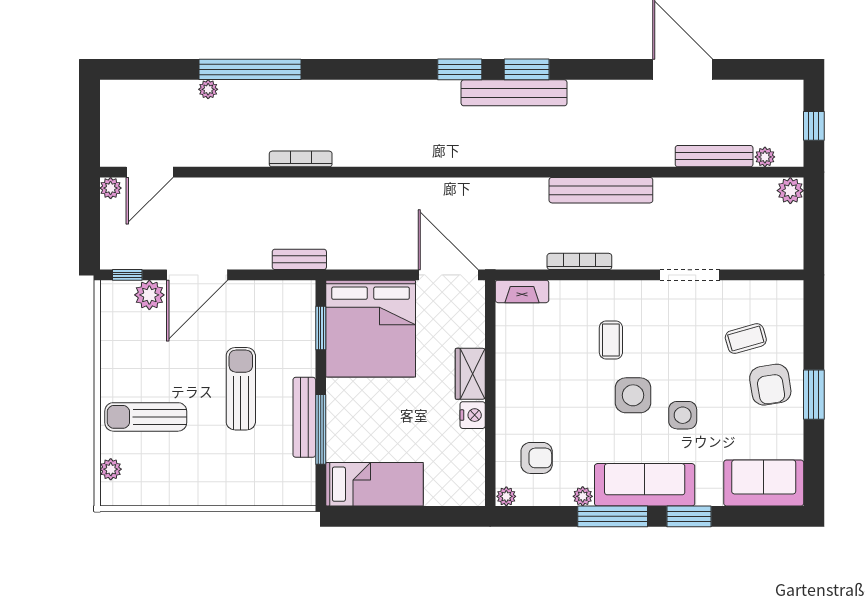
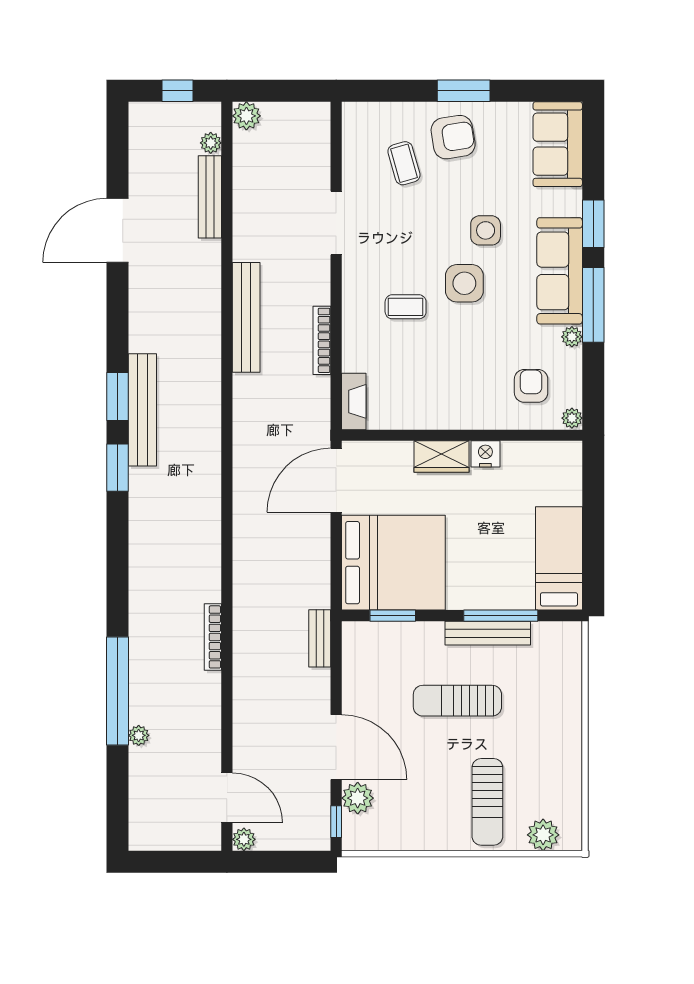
plant: (111, 469) -> (543, 835), width x1.38, depth x1.38

